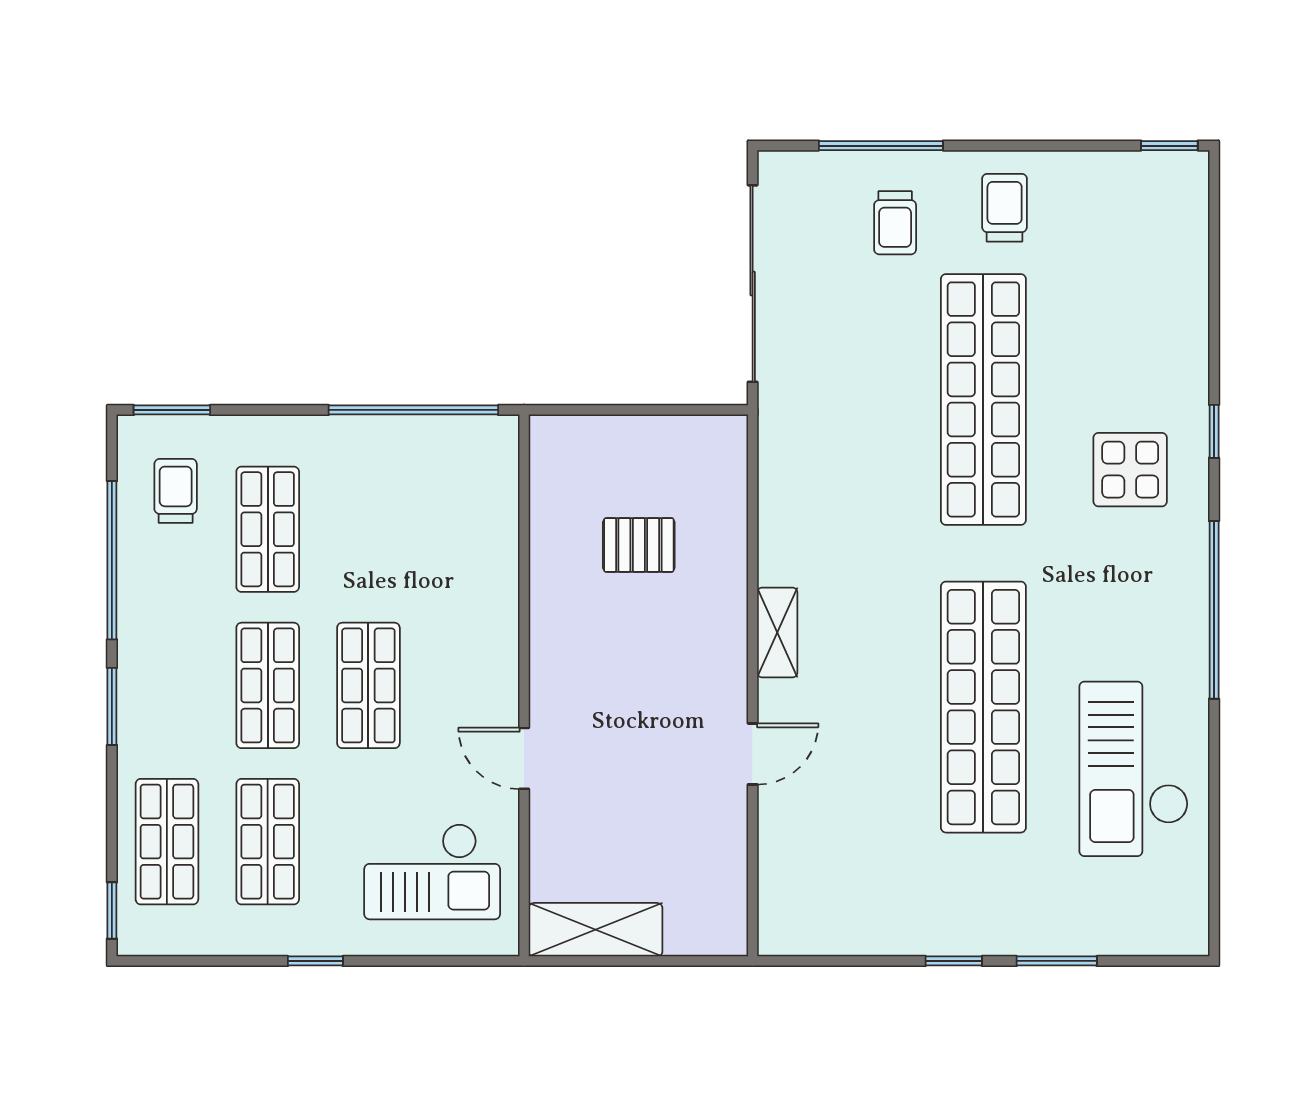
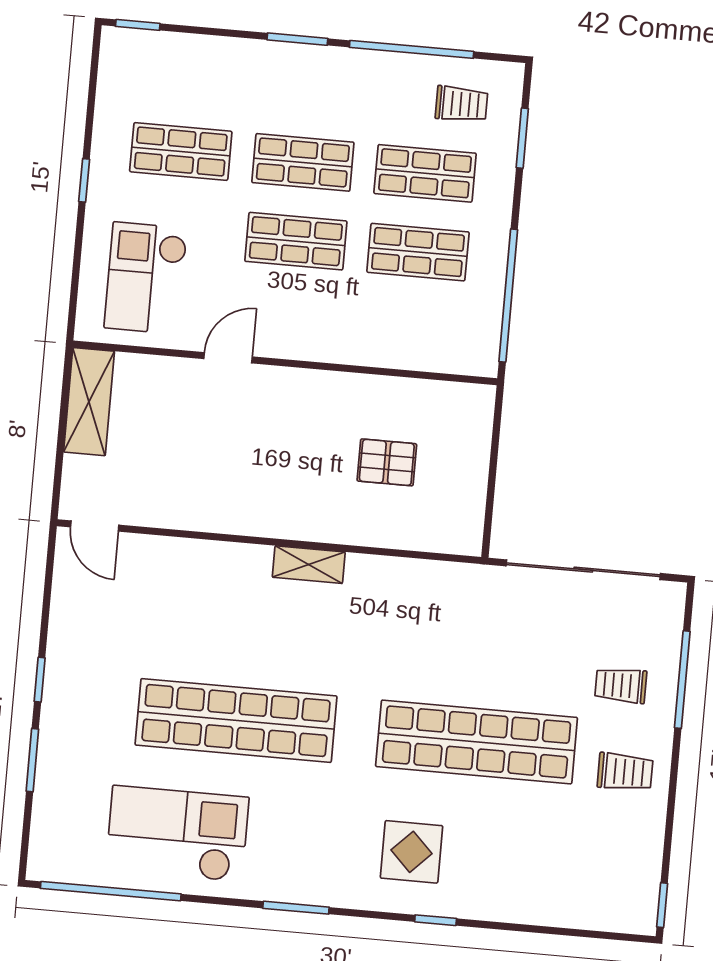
window: (172, 410) -> (522, 138), moved
pallet: (639, 545) -> (387, 462), turned 90
window: (1214, 610) -> (296, 908), width x0.47
door: (753, 754) -> (95, 526), moved
shop shelf: (167, 842) -> (418, 252), moved
window: (1214, 847) -> (111, 891), added

